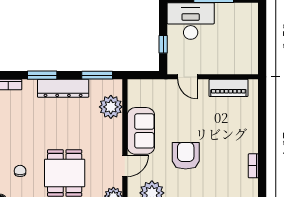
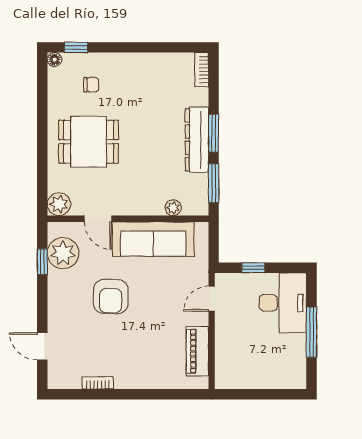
window: (42, 75) -> (214, 133), moved
plant: (111, 107) -> (173, 208), width x0.53, depth x0.53
sofa: (141, 131) -> (153, 239), width x1.36
armchair: (186, 156) -> (111, 297), turned 91

